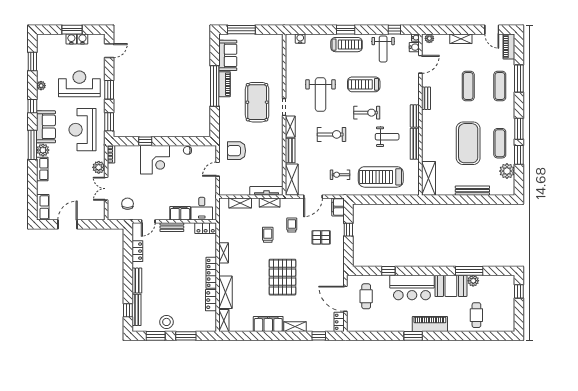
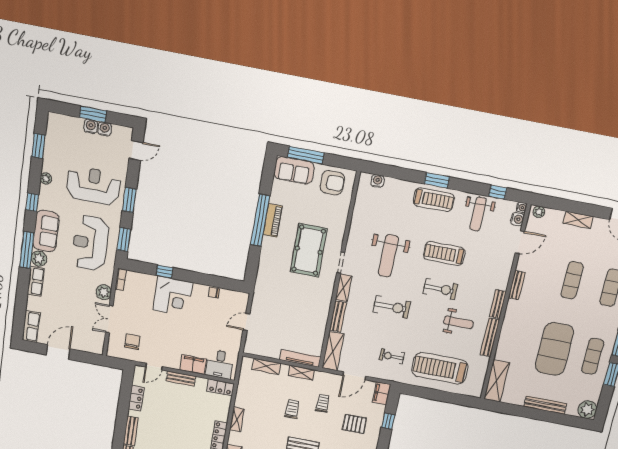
sofa: (228, 55) -> (294, 170), moved, turned 90
armchair: (237, 151) -> (332, 183), moved, turned 180
plant: (507, 171) -> (587, 410), moved

